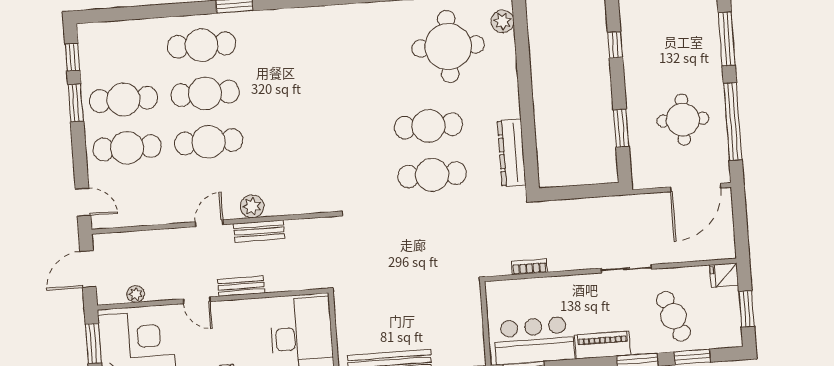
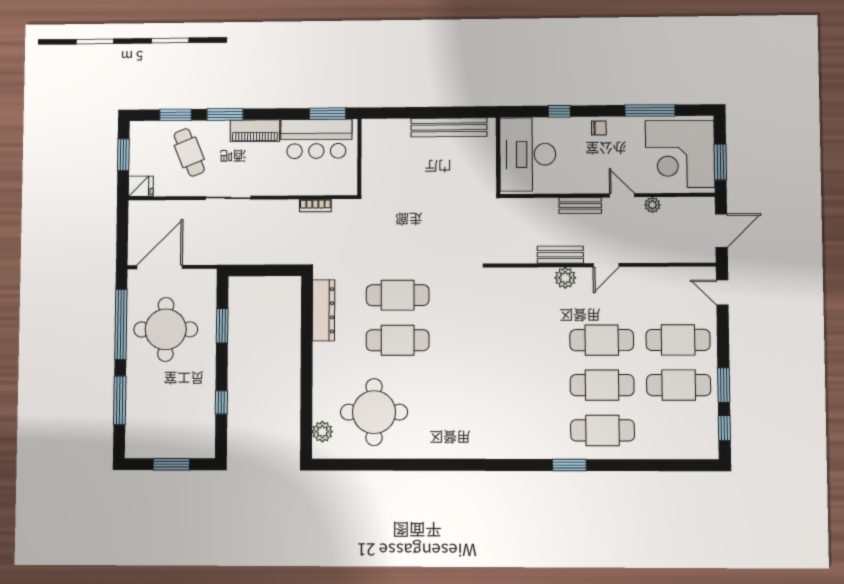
round table: (683, 120) -> (166, 329), width x1.36, depth x1.36
plant: (136, 294) -> (652, 205), moved

